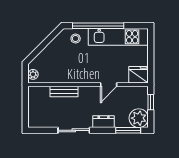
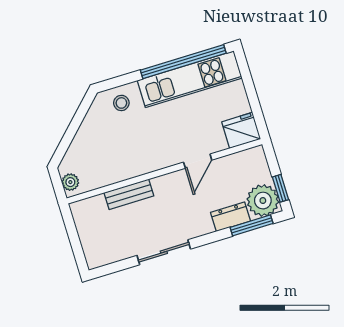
window: (98, 26) -> (183, 62), moved
window: (151, 102) -> (281, 188), moved
dresser: (104, 122) -> (230, 217), moved

